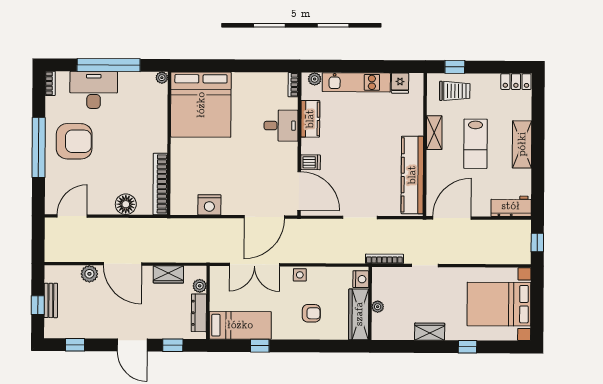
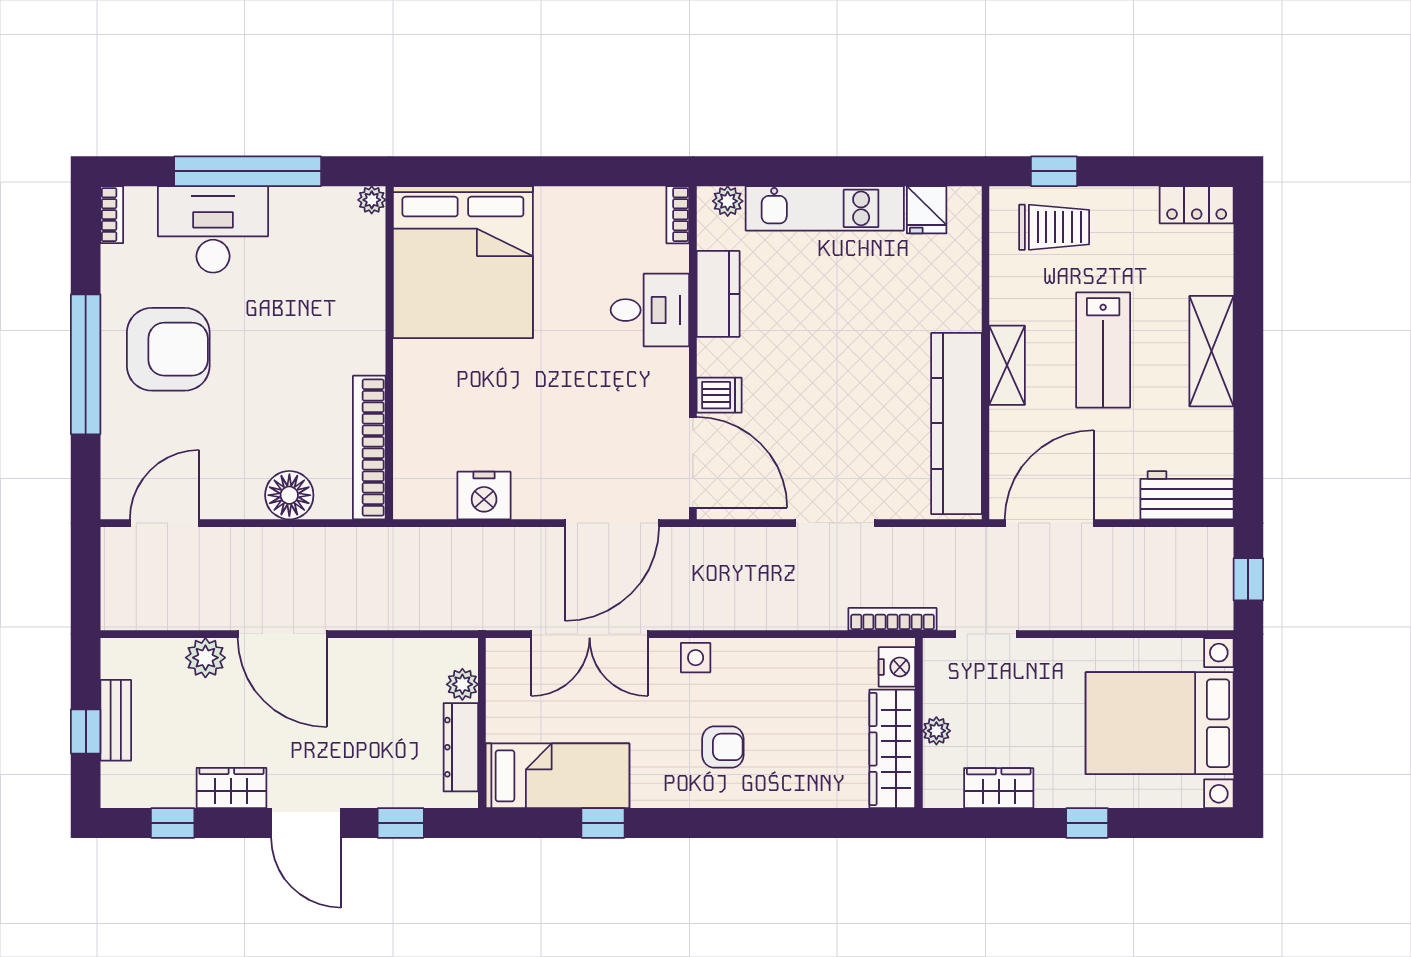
shelving: (434, 133) -> (1007, 365), moved
wardrobe: (168, 274) -> (231, 788), moved, turned 180
nightstand: (361, 279) -> (897, 667), moved
wall: (370, 303) -> (919, 723), moved
plant: (378, 307) -> (936, 731), moved
wardrobe: (359, 314) -> (892, 749), moved

